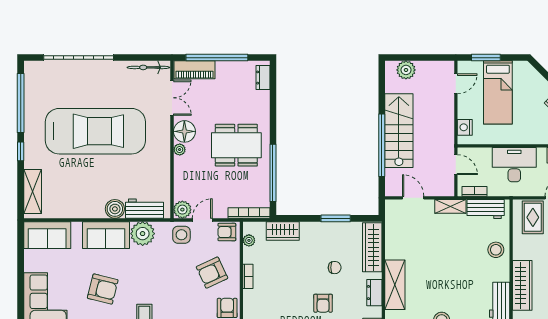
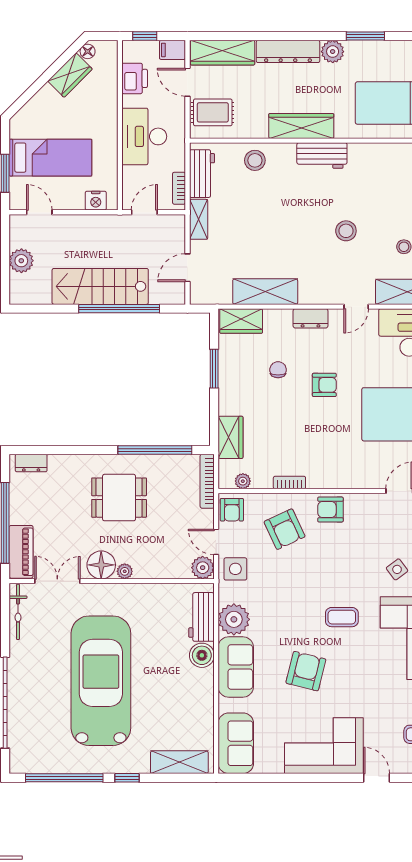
plant: (406, 70) -> (21, 261), moved
dining table: (236, 145) -> (119, 498), width x0.73
wardrobe: (372, 247) -> (241, 321), width x0.67
shelving: (395, 285) -> (265, 292), moved

